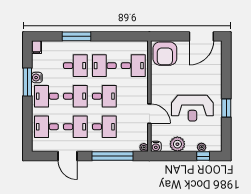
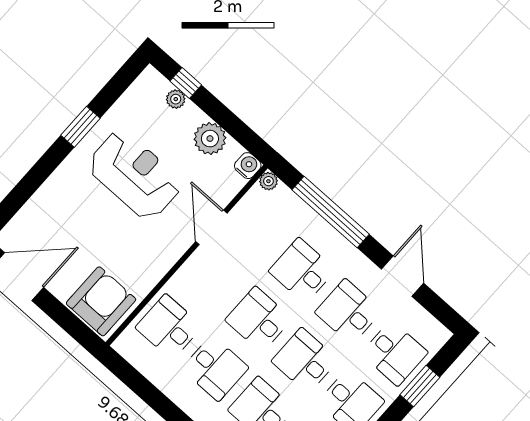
window: (27, 123) -> (420, 386), added

